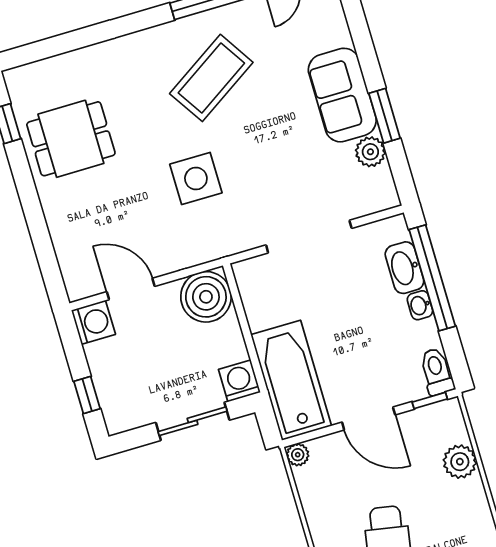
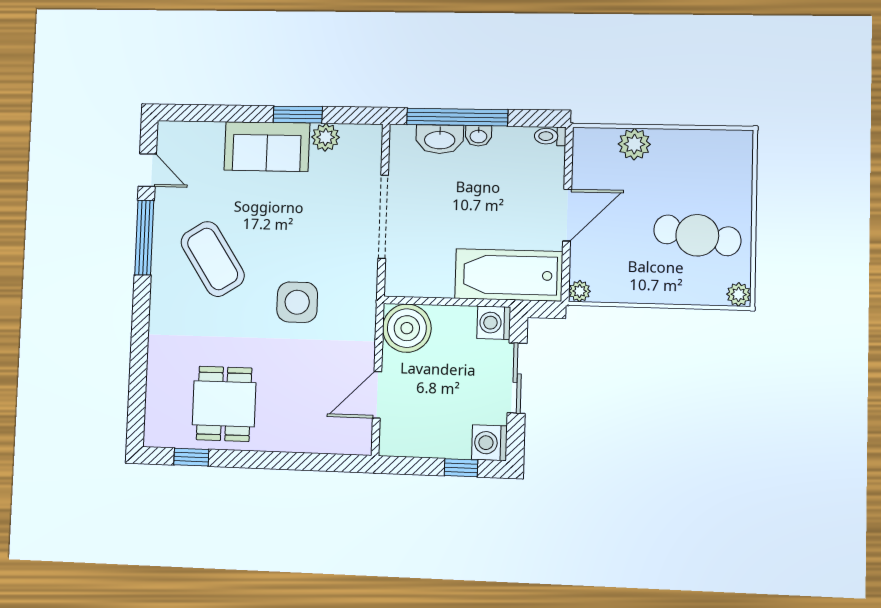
washing machine: (93, 322) -> (489, 443), moved, turned -90
toilet: (437, 372) -> (550, 136), width x0.73, depth x0.72
window: (430, 400) -> (569, 154), removed

